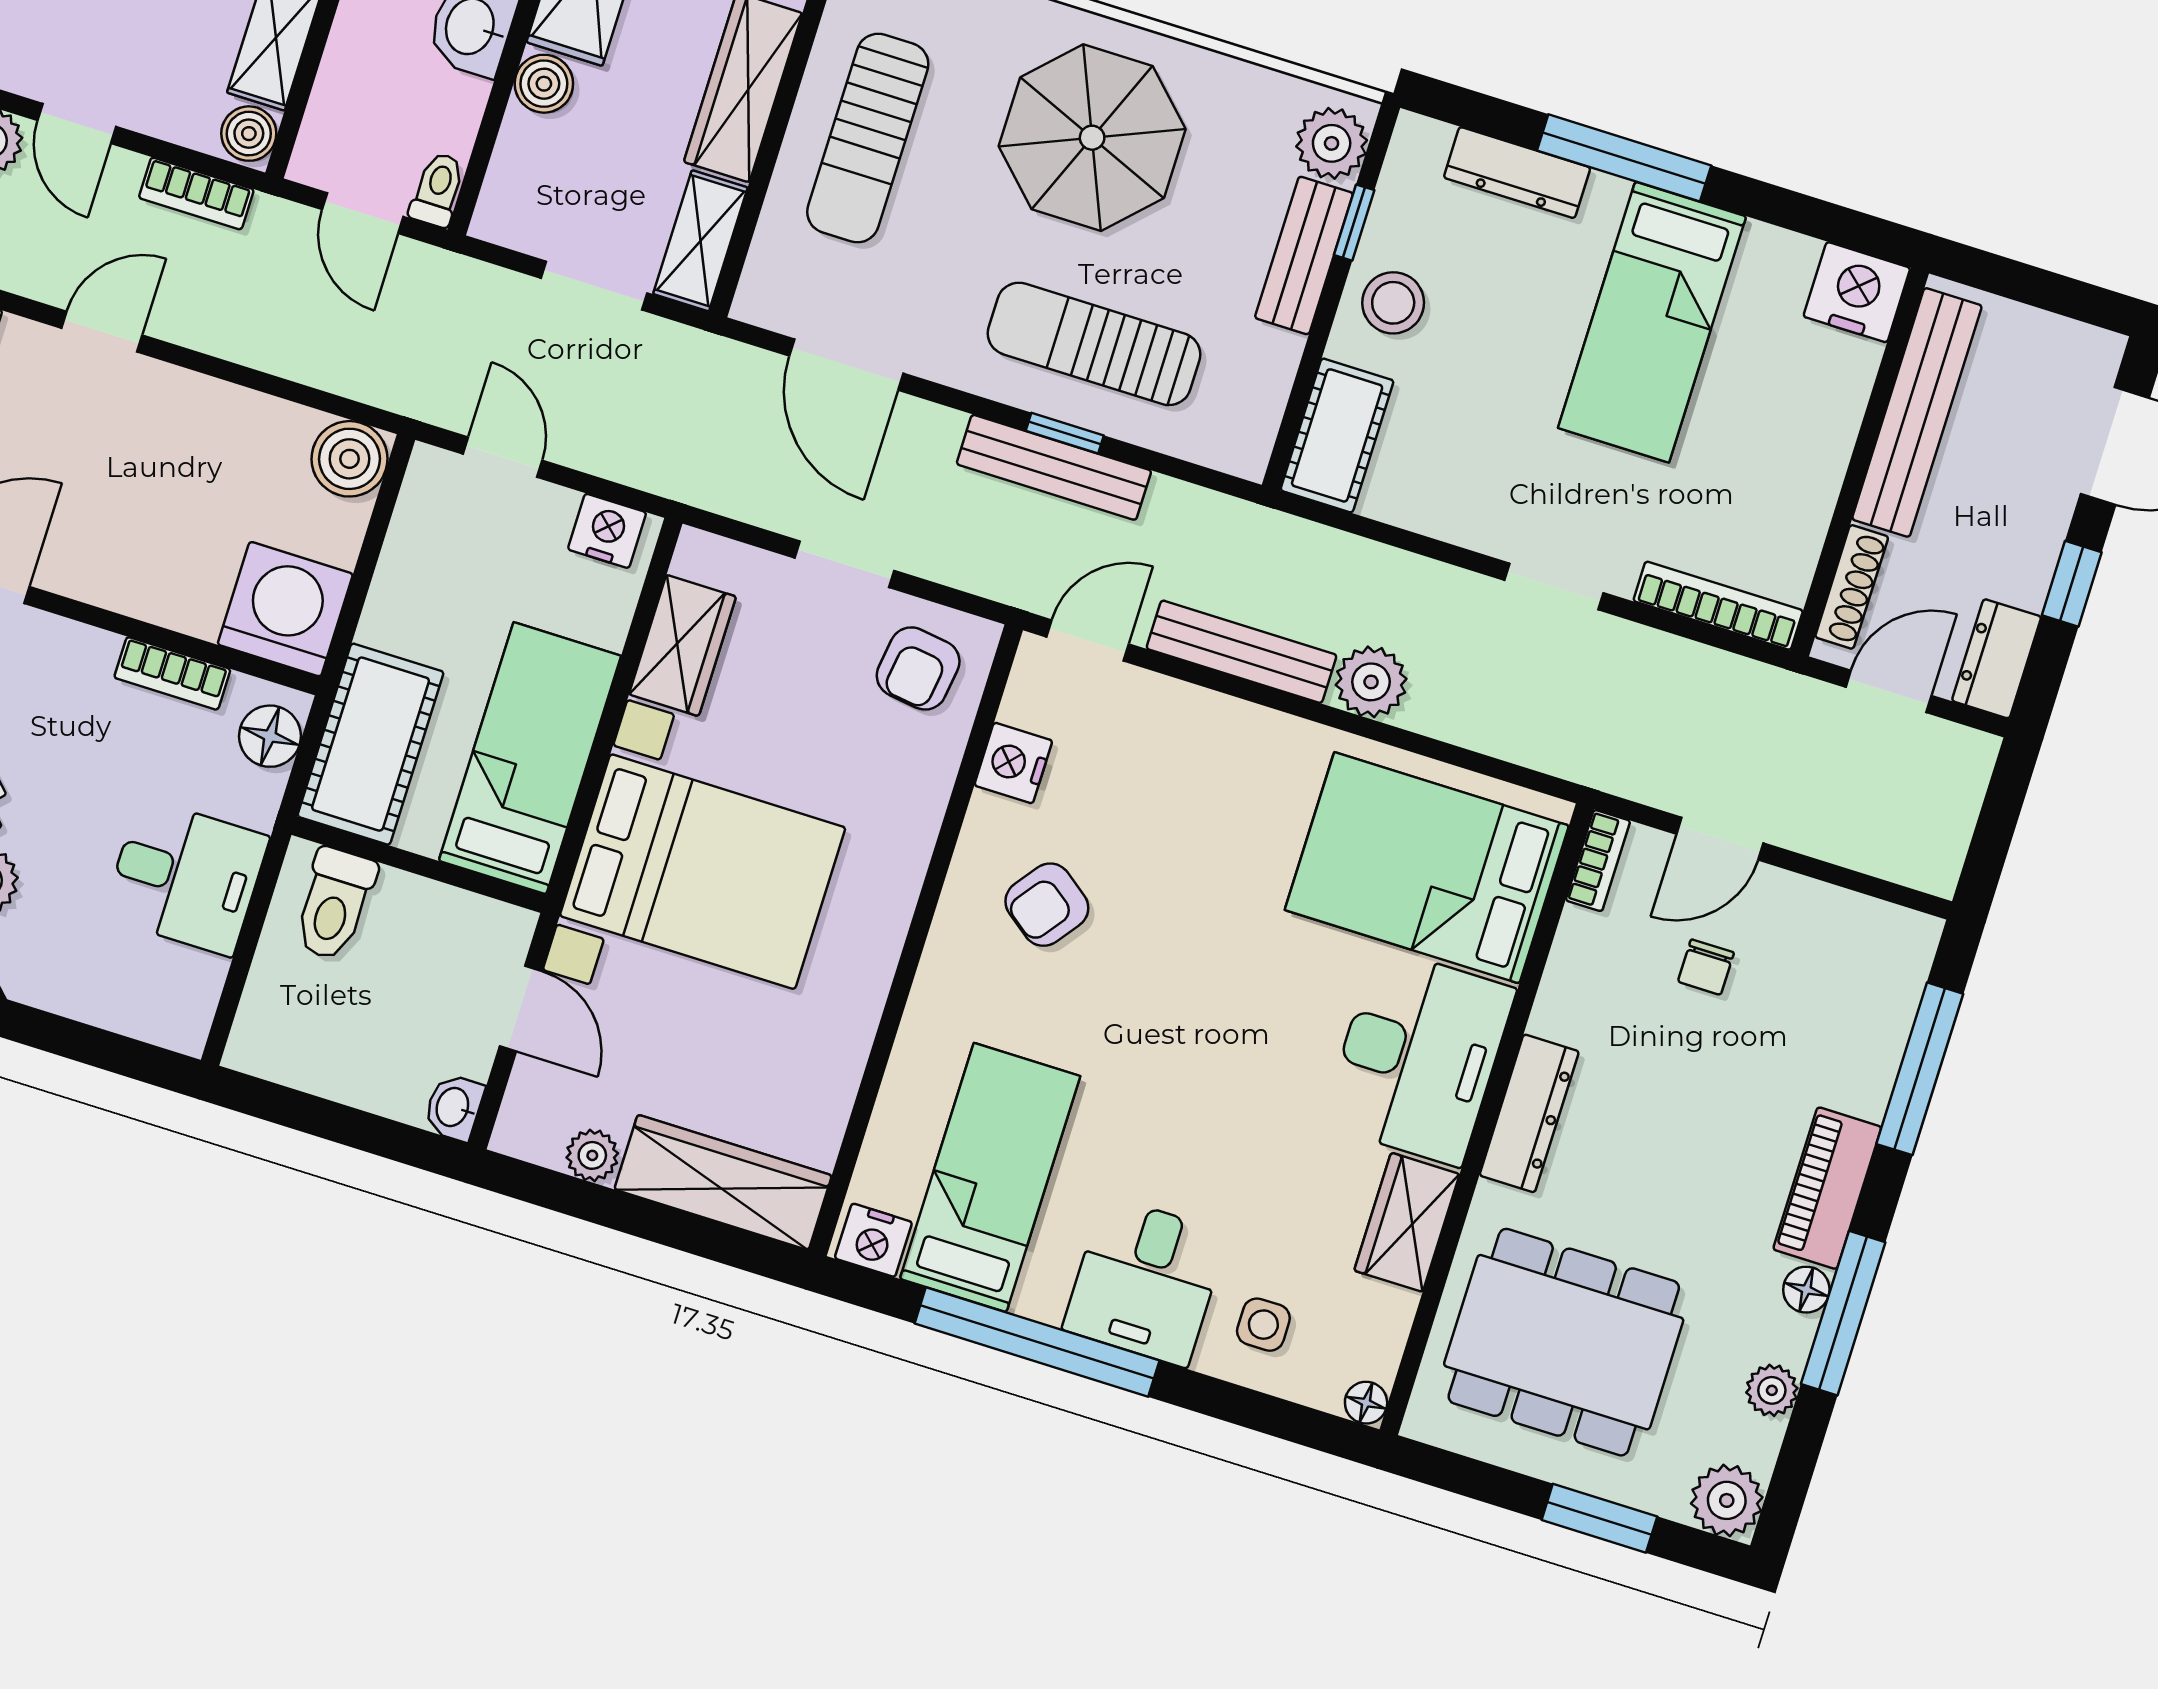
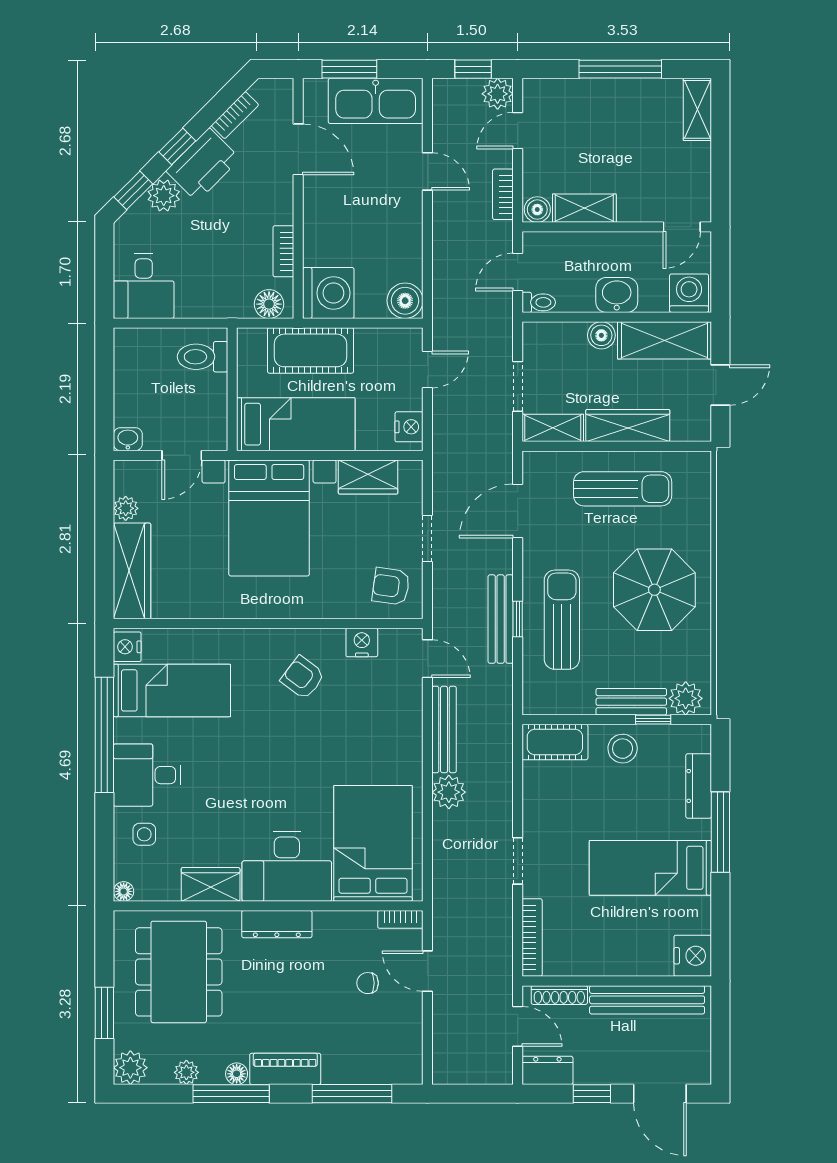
sun lounger: (868, 138) -> (623, 489), turned 180
cot: (371, 744) -> (311, 350), moved
desk: (186, 877) -> (144, 286), moved

